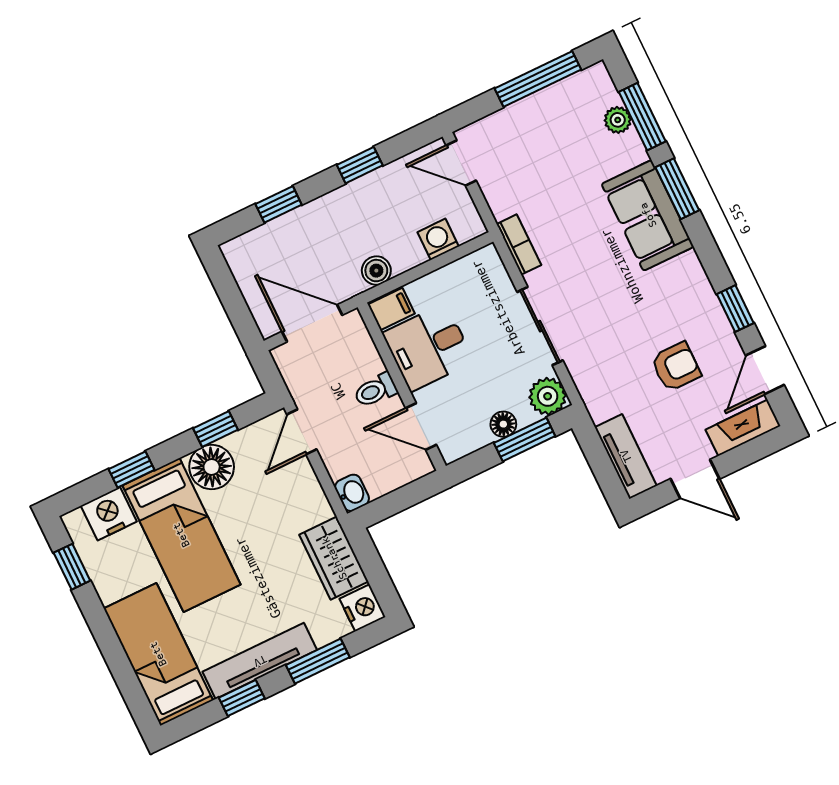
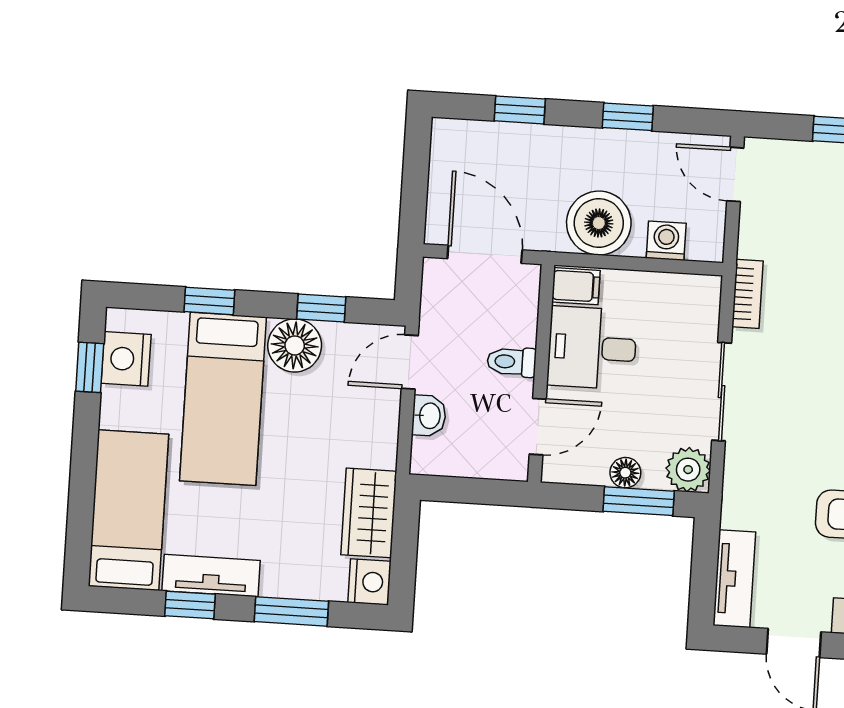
boiler: (376, 271) -> (599, 223), width x1.86, depth x1.86
door: (421, 427) -> (538, 427), swing flipped
washbasin: (352, 493) -> (429, 416), moved
nightstand: (109, 514) -> (126, 359), moved, turned -90
tv unit: (260, 661) -> (211, 576), width x0.71

